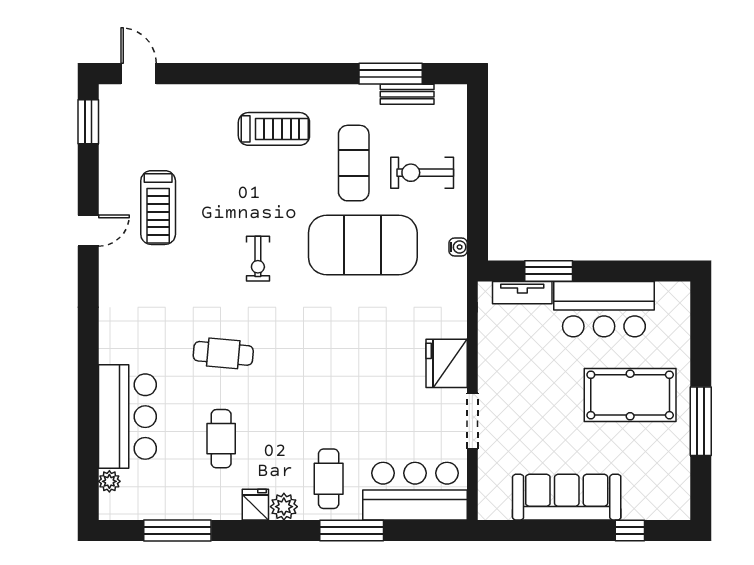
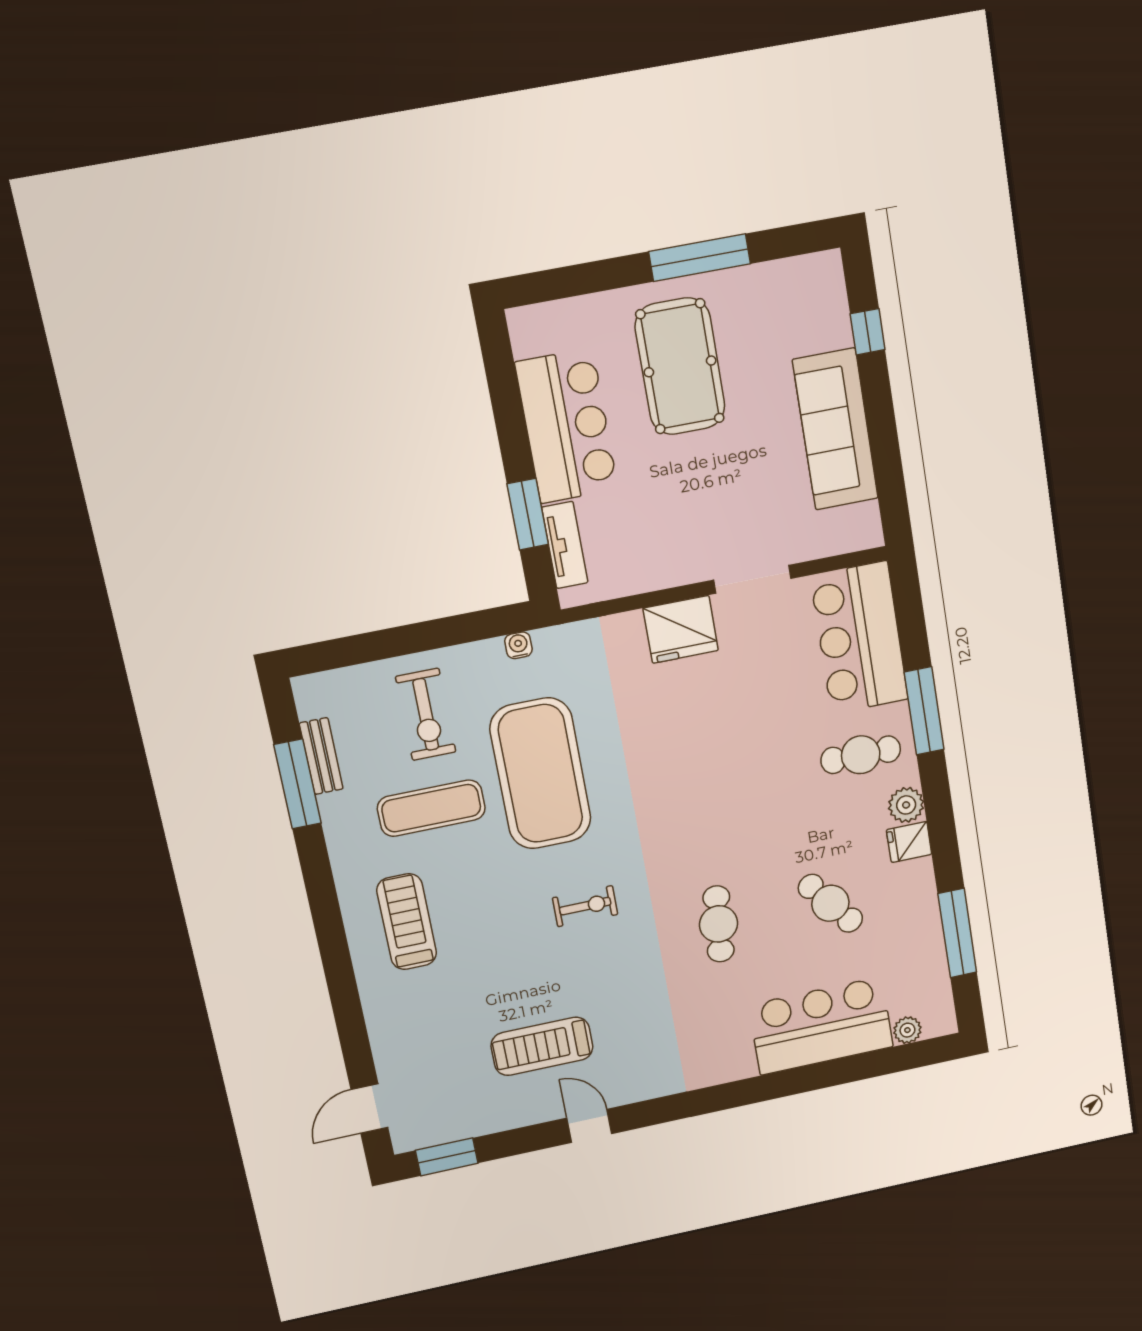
treadmill: (158, 208) -> (542, 1046), turned 180
cafe table: (221, 439) -> (830, 903), turned 52

